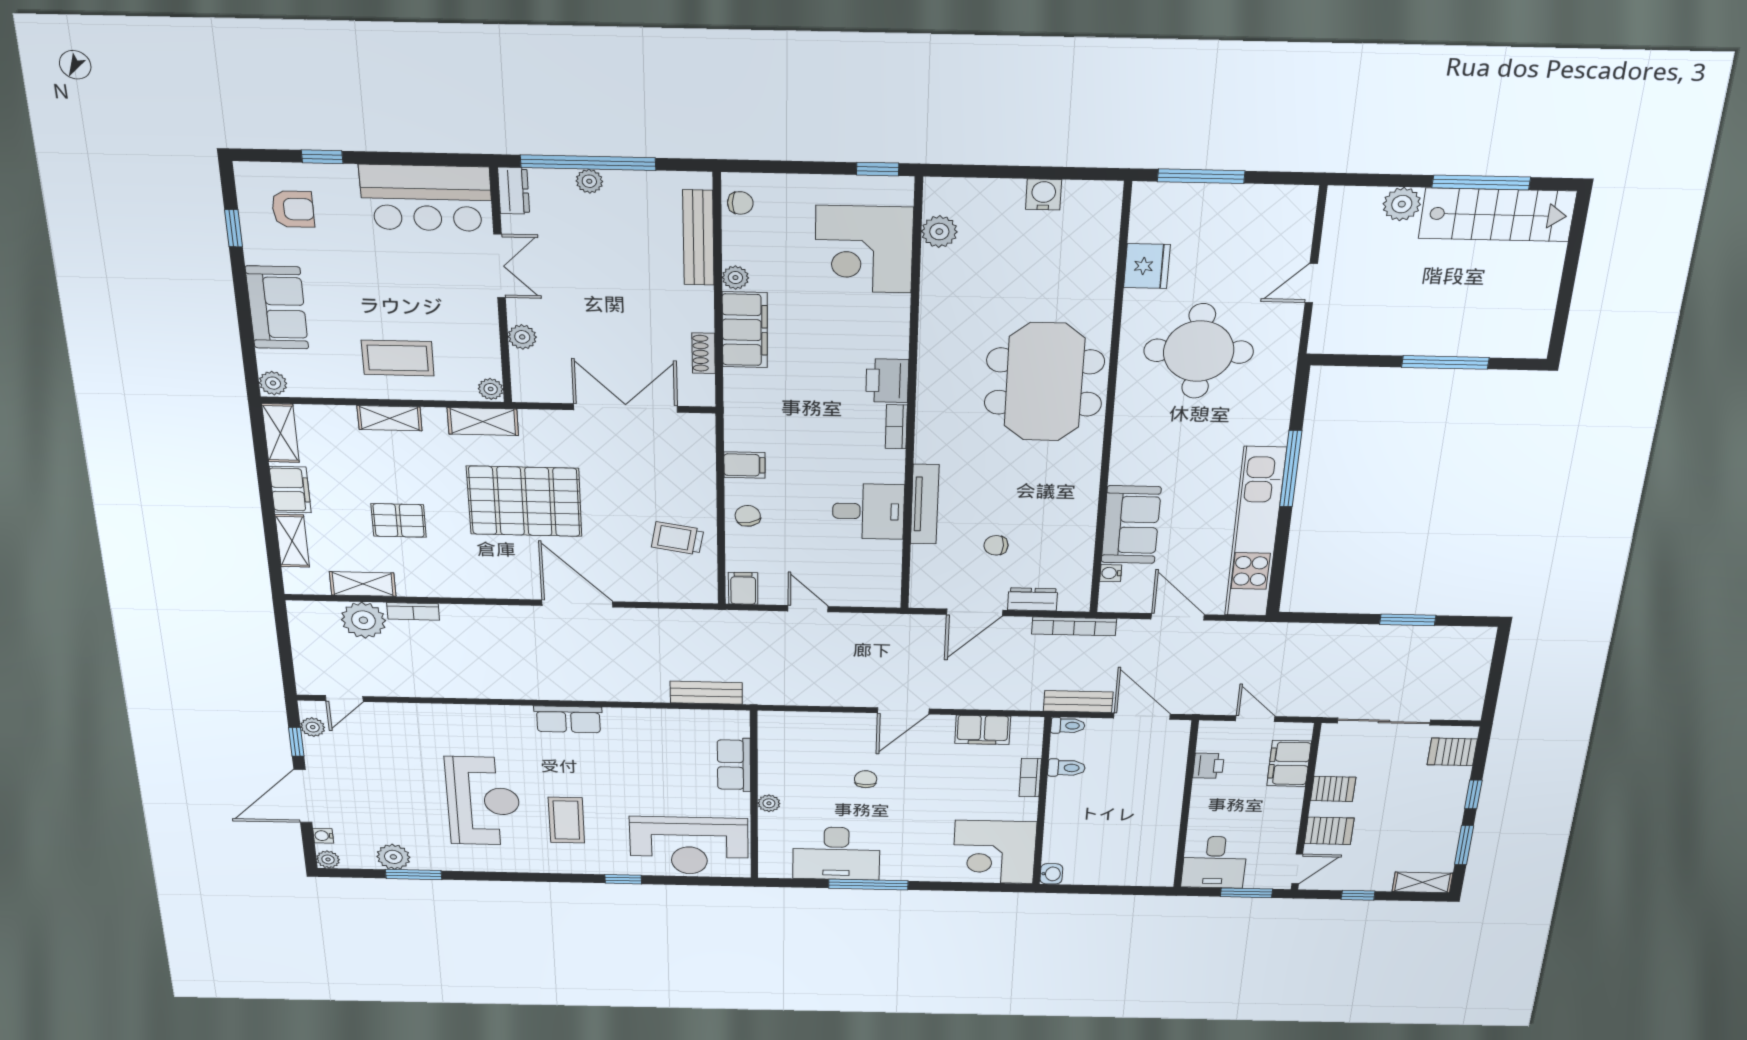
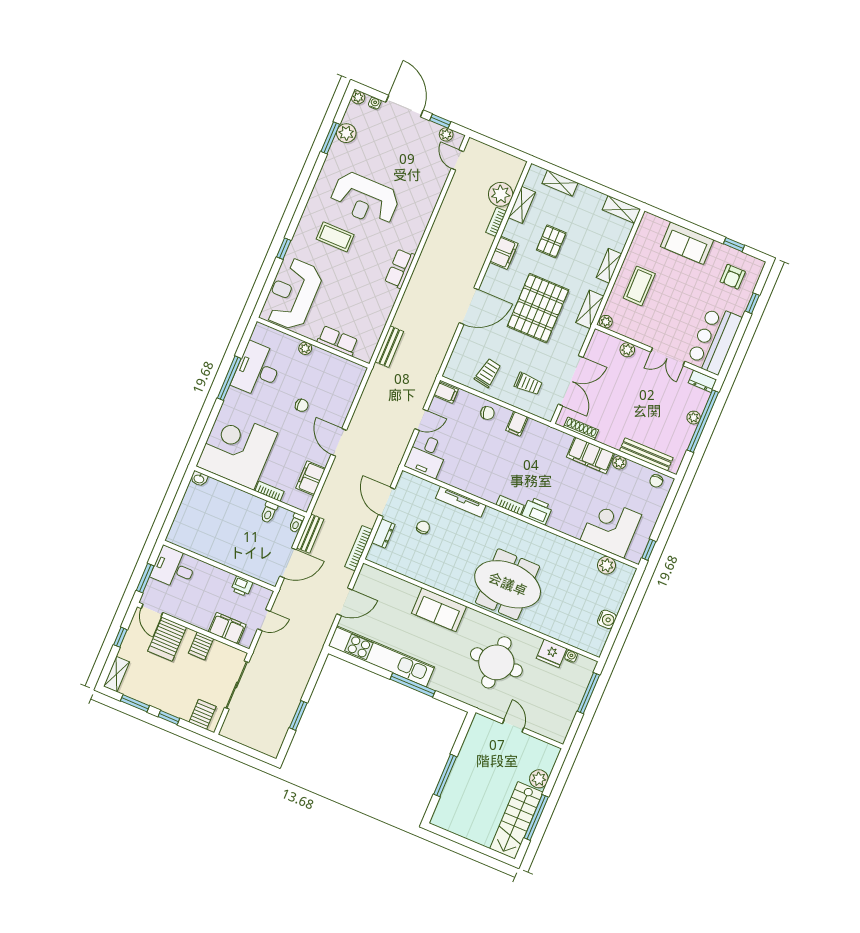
shoe rack: (703, 353) -> (581, 429), width x1.43
plant: (273, 383) -> (649, 220), removed
trolley: (665, 471) -> (528, 384), added
filing cabinet: (290, 490) -> (504, 253), moved, turned -90
desk: (868, 511) -> (427, 456), moved
sofa: (1131, 525) -> (439, 610), moved
water cooler: (1111, 573) -> (571, 656), moved
server rack: (1329, 831) -> (167, 639), width x1.36, depth x1.44
corner desk: (994, 852) -> (237, 450), width x1.36, depth x1.36

